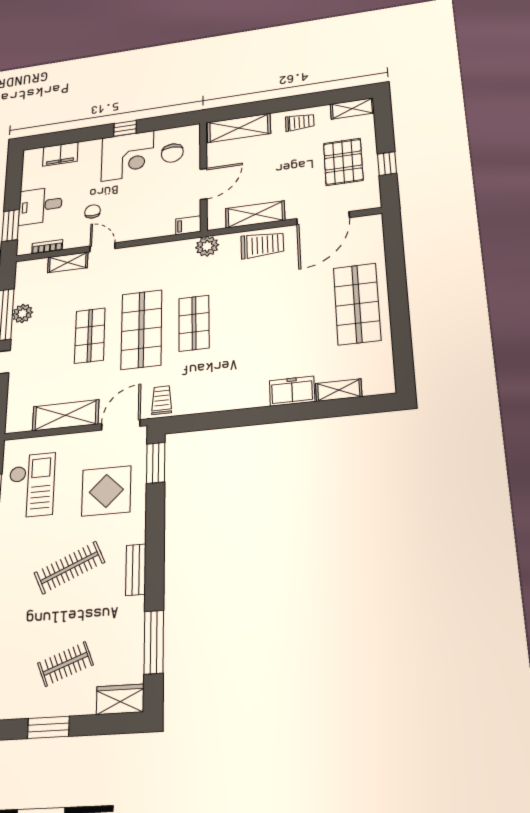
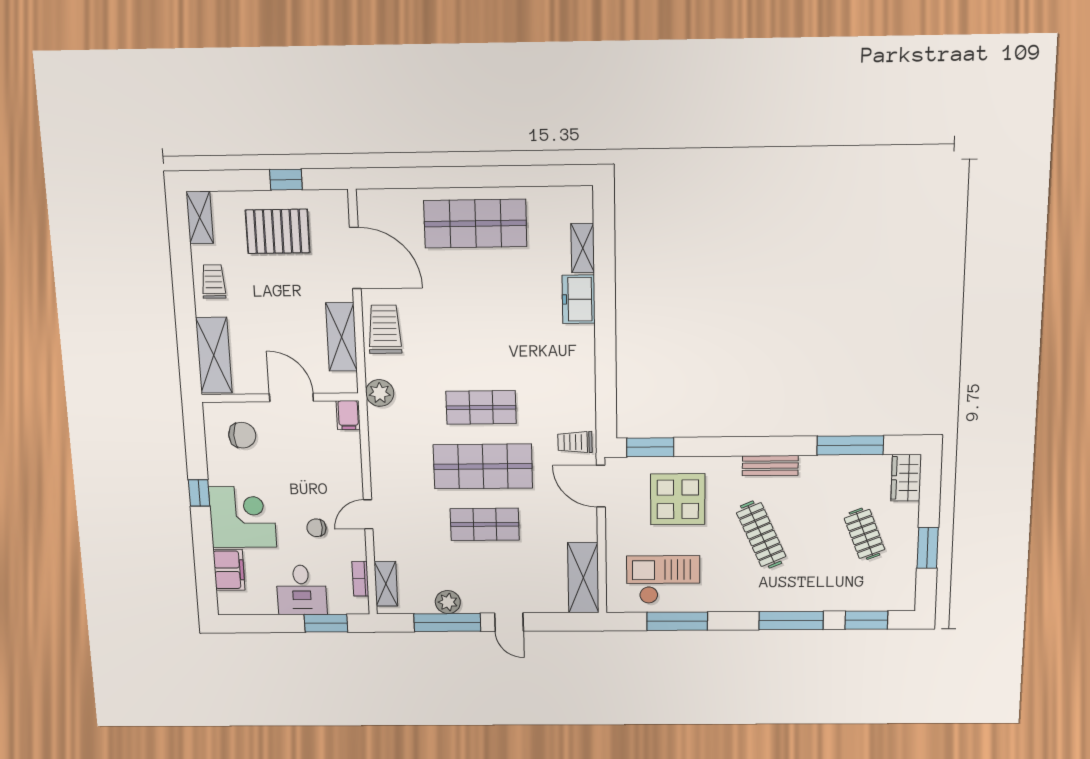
corner desk: (127, 156) -> (243, 517), moved
shelving: (68, 262) -> (386, 584), moved
shelving: (66, 415) -> (583, 578), moved

